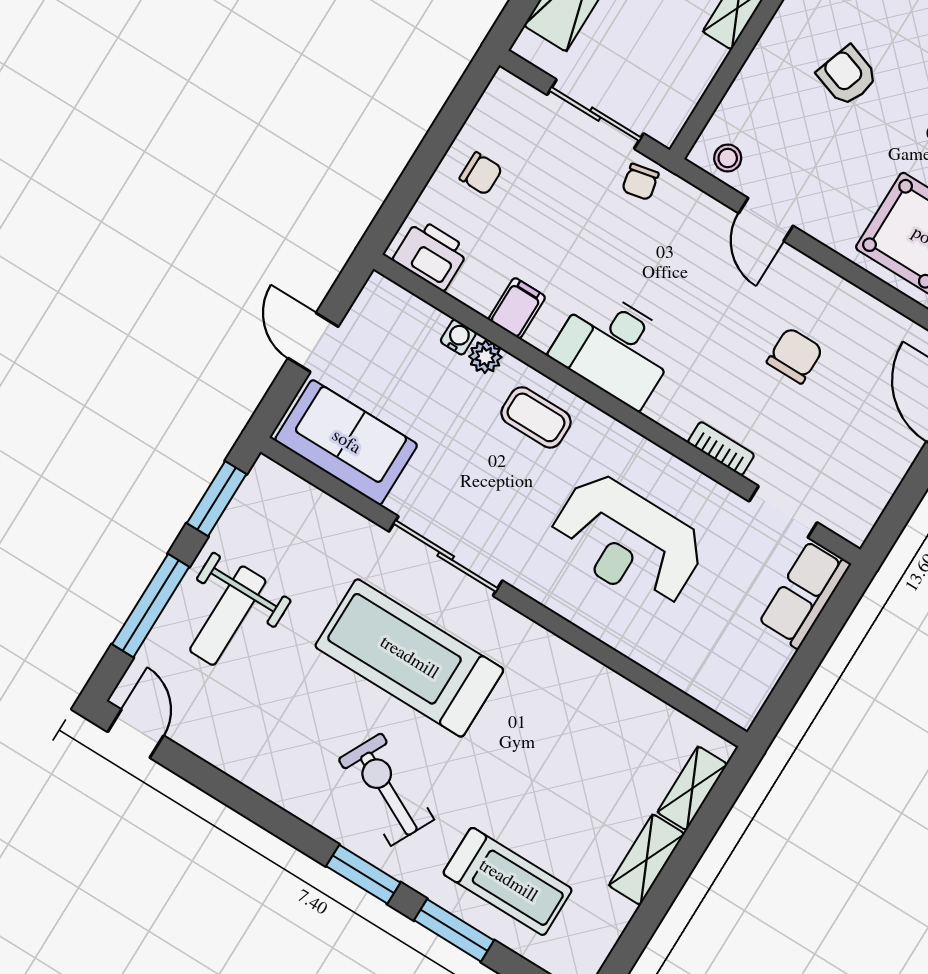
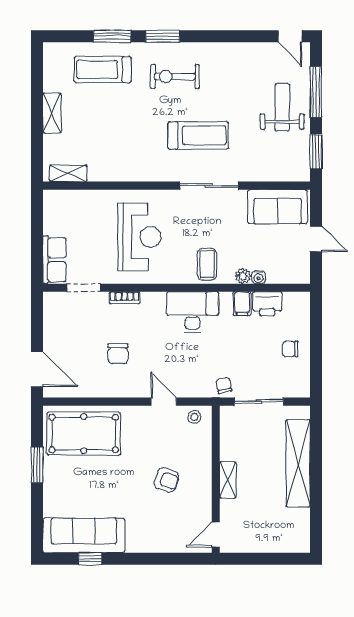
printer: (431, 255) -> (267, 304), moved
coffee table: (536, 417) -> (207, 264), turned 90
reception desk: (627, 541) -> (139, 237), turned 90
treadmill: (409, 658) -> (198, 135), width x0.73, depth x0.73
shelving: (692, 788) -> (68, 173), moved, turned 90
exercise bike: (386, 789) -> (175, 76), turned 153

